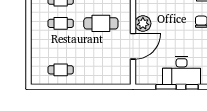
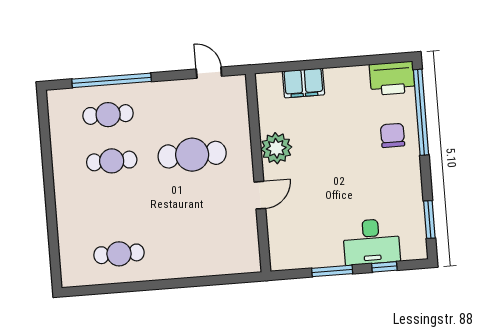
door: (133, 46) -> (260, 195), width x0.53
desk: (182, 70) -> (371, 242), width x0.73, depth x0.77

